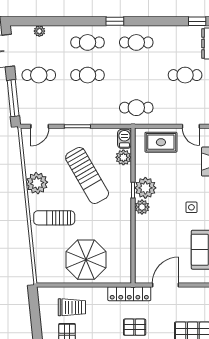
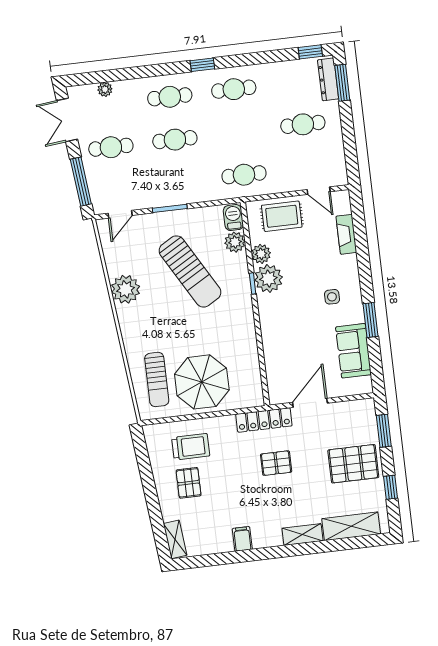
plant: (142, 207) -> (261, 254), moved
sun lounger: (54, 218) -> (157, 379), moved, turned -90

